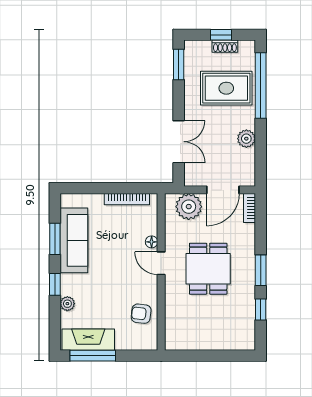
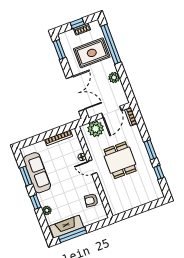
double door: (179, 142) -> (76, 94), width x1.37

